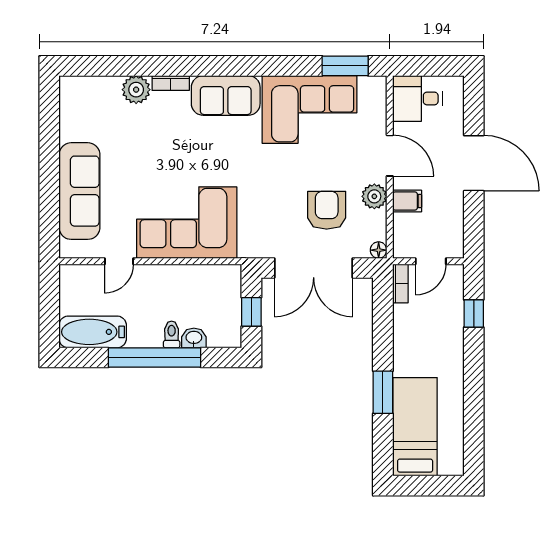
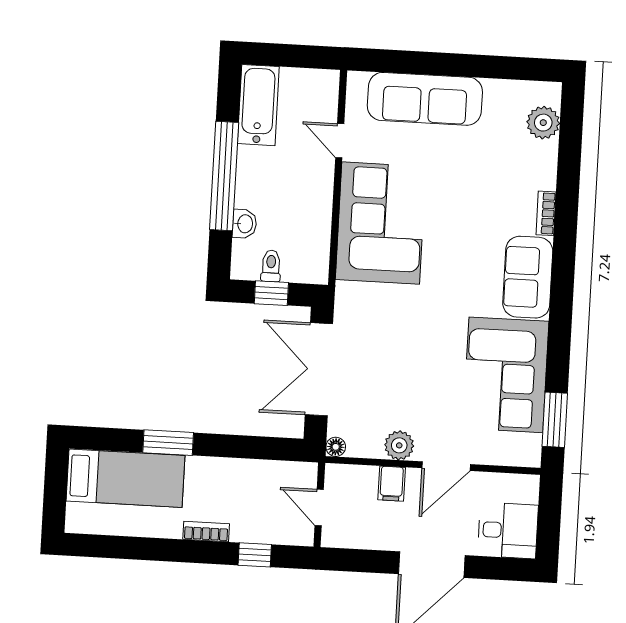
plant: (136, 90) -> (543, 123), moved
desk: (417, 98) -> (508, 530), moved, turned 90
armchair: (327, 210) -> (386, 388), removed
bookcase: (400, 284) -> (206, 532), moved, turned 180
toilet: (172, 334) -> (271, 266), moved, turned -90

